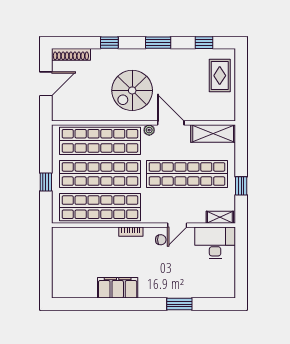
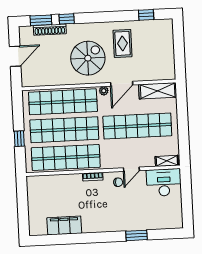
window: (158, 43) -> (41, 20), moved
shoe rack: (71, 54) -> (50, 30), moved
rug: (220, 76) -> (123, 43), moved
spiral stairs: (132, 90) -> (88, 58), turned 180
door: (171, 123) -> (122, 84), swing flipped
window: (241, 186) -> (183, 134), removed
filing cabinet: (118, 288) -> (64, 225), moved

